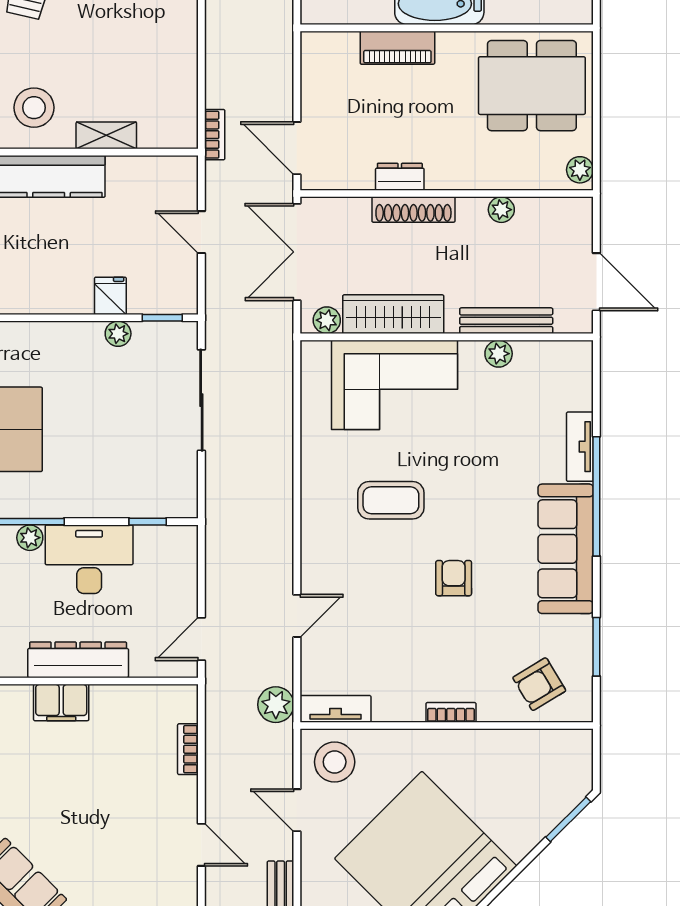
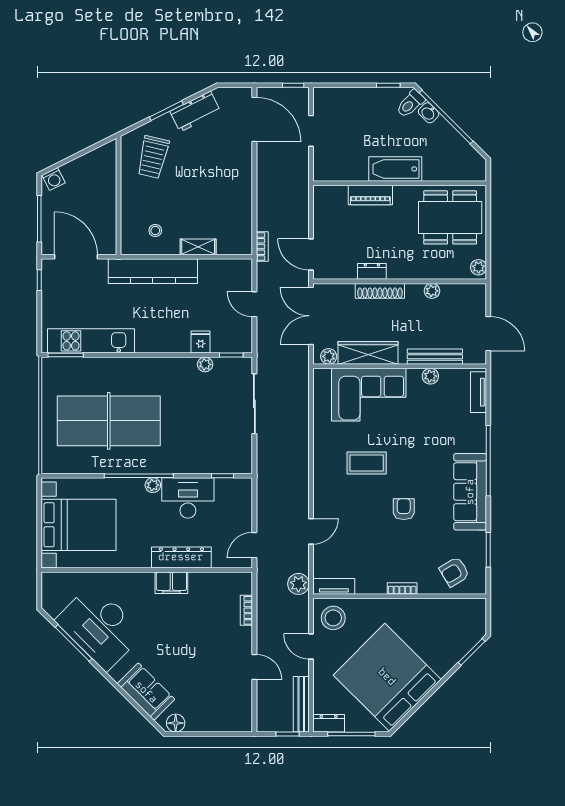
stool: (34, 108) -> (155, 231), width x0.53, depth x0.53
tv unit: (580, 447) -> (479, 392), moved

